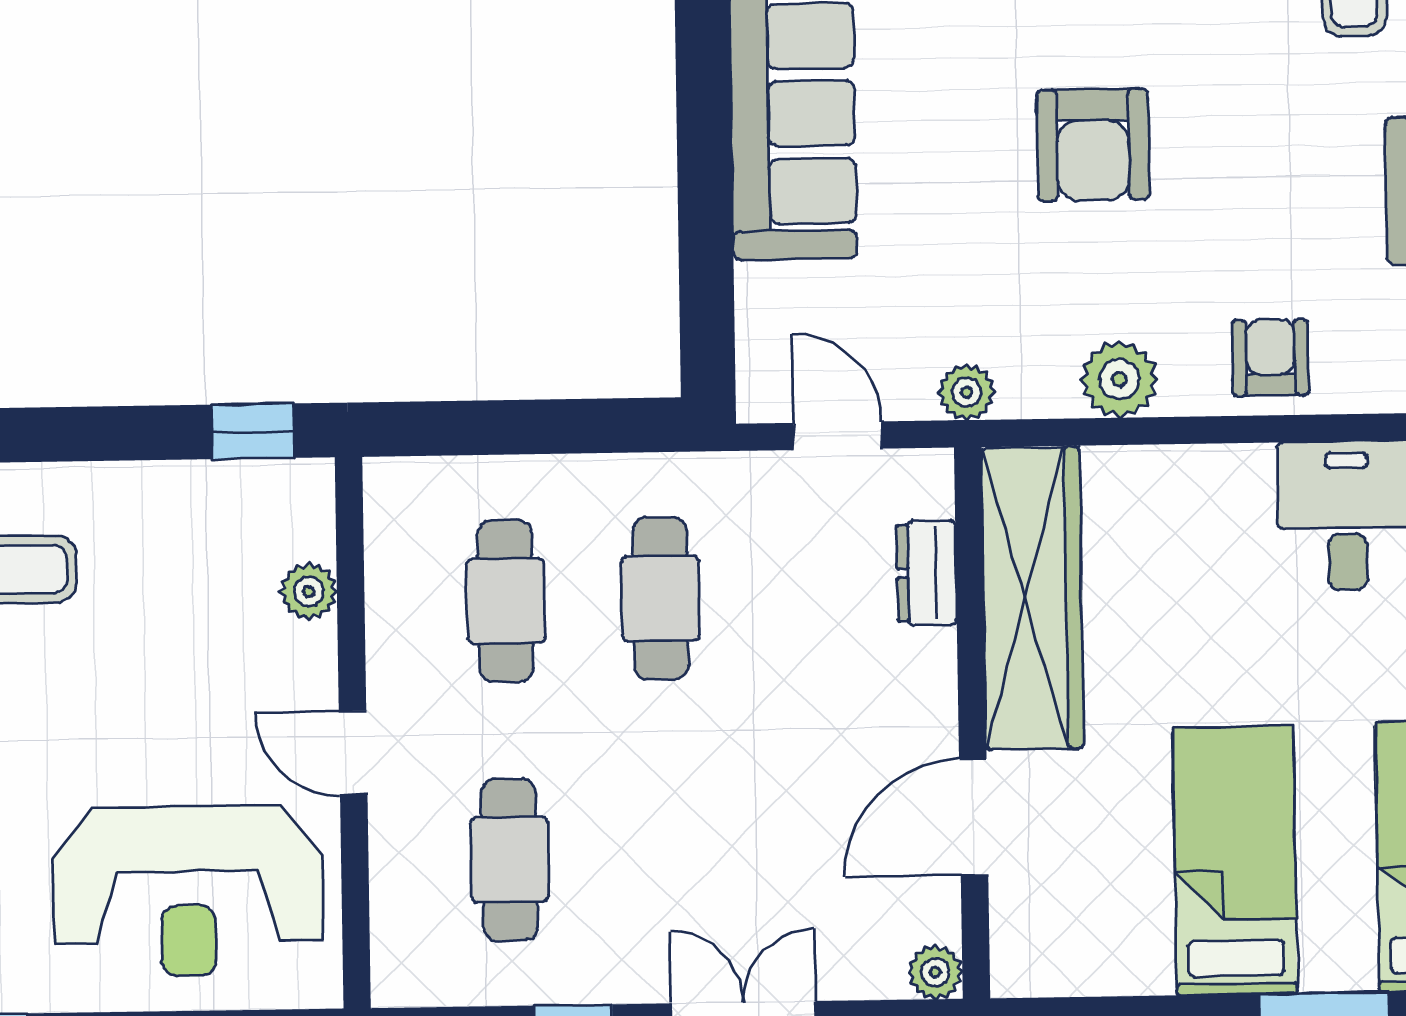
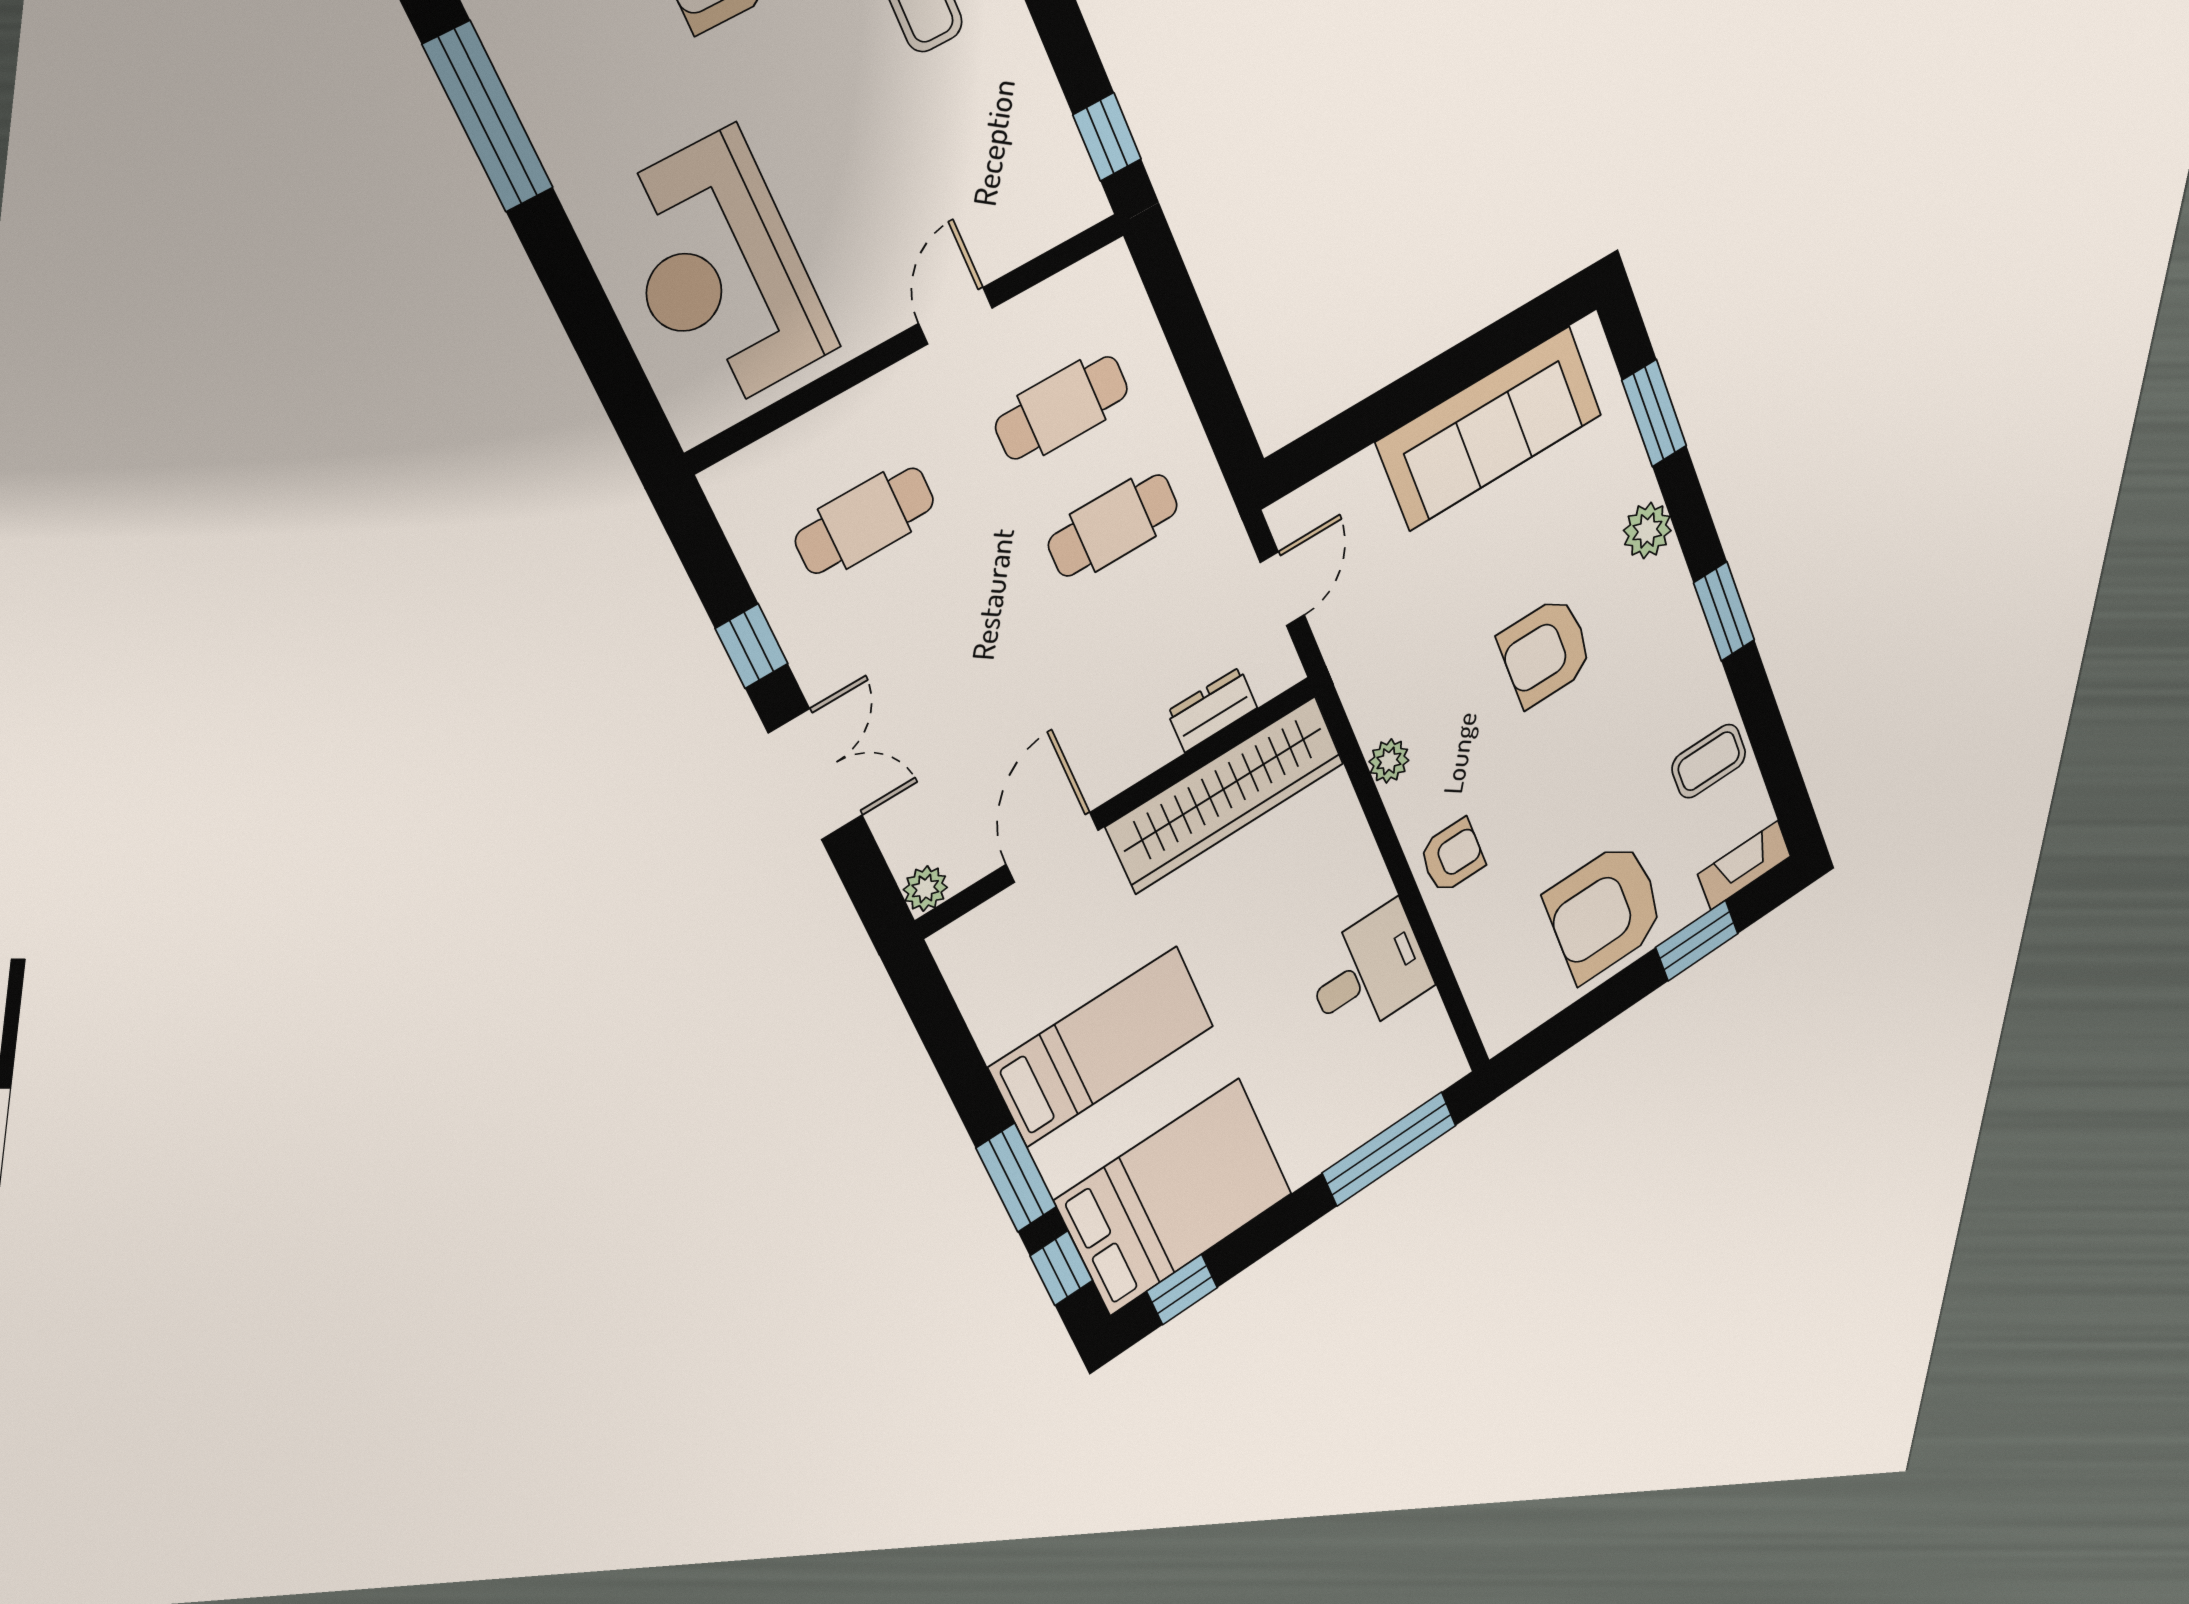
plant: (1119, 379) -> (1389, 761), width x0.73, depth x0.73
plant: (967, 392) -> (1349, 663), removed
plant: (309, 592) -> (1003, 247), removed
door: (353, 753) -> (955, 316), moved
door: (974, 817) -> (1052, 847), hinge flipped

